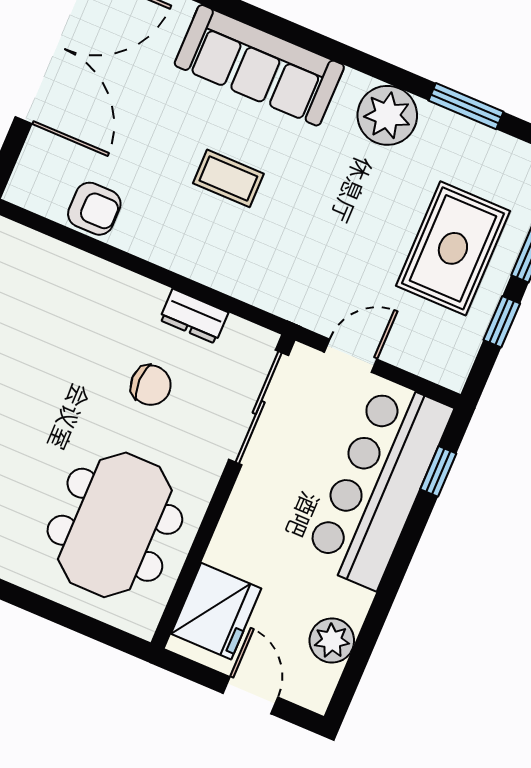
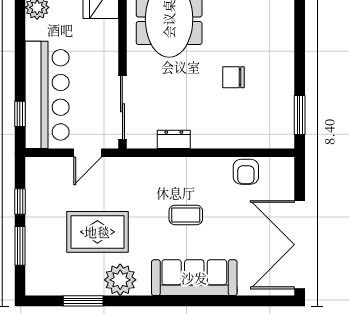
armchair: (94, 209) -> (246, 172), turned -90
rug: (453, 248) -> (97, 232), moved, turned 90
chair: (151, 385) -> (234, 77), moved

